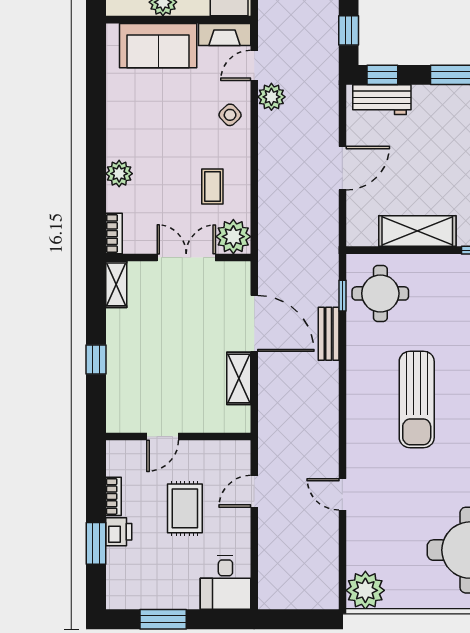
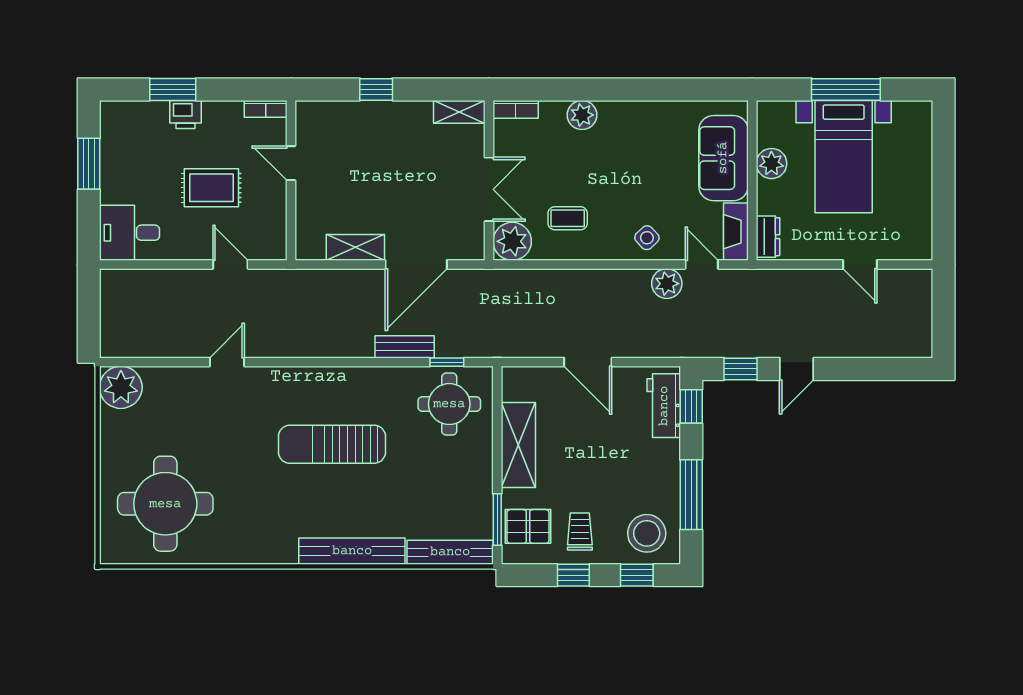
bookcase: (114, 496) -> (266, 109), moved

